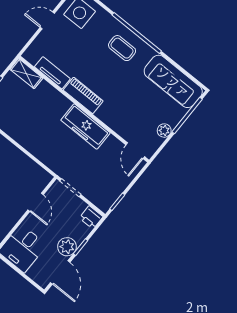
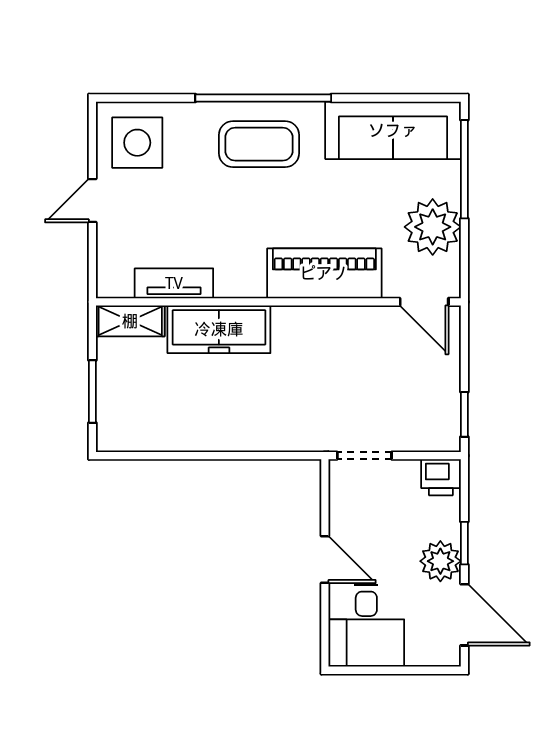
coffee table: (122, 48) -> (259, 144), width x1.36, depth x1.30
piano: (83, 95) -> (324, 273), moved, width x1.37, depth x1.33
freezer: (85, 126) -> (219, 329), moved
plant: (164, 131) -> (433, 227), width x1.87, depth x1.87
door: (36, 202) -> (325, 560), moved

